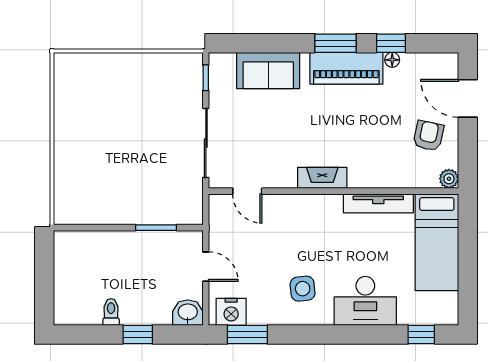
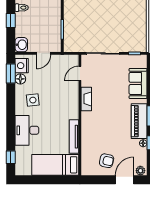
fireplace: (322, 178) -> (86, 99), moved
plant: (449, 179) -> (140, 171), moved
floor lamp: (259, 315) -> (20, 79), added

